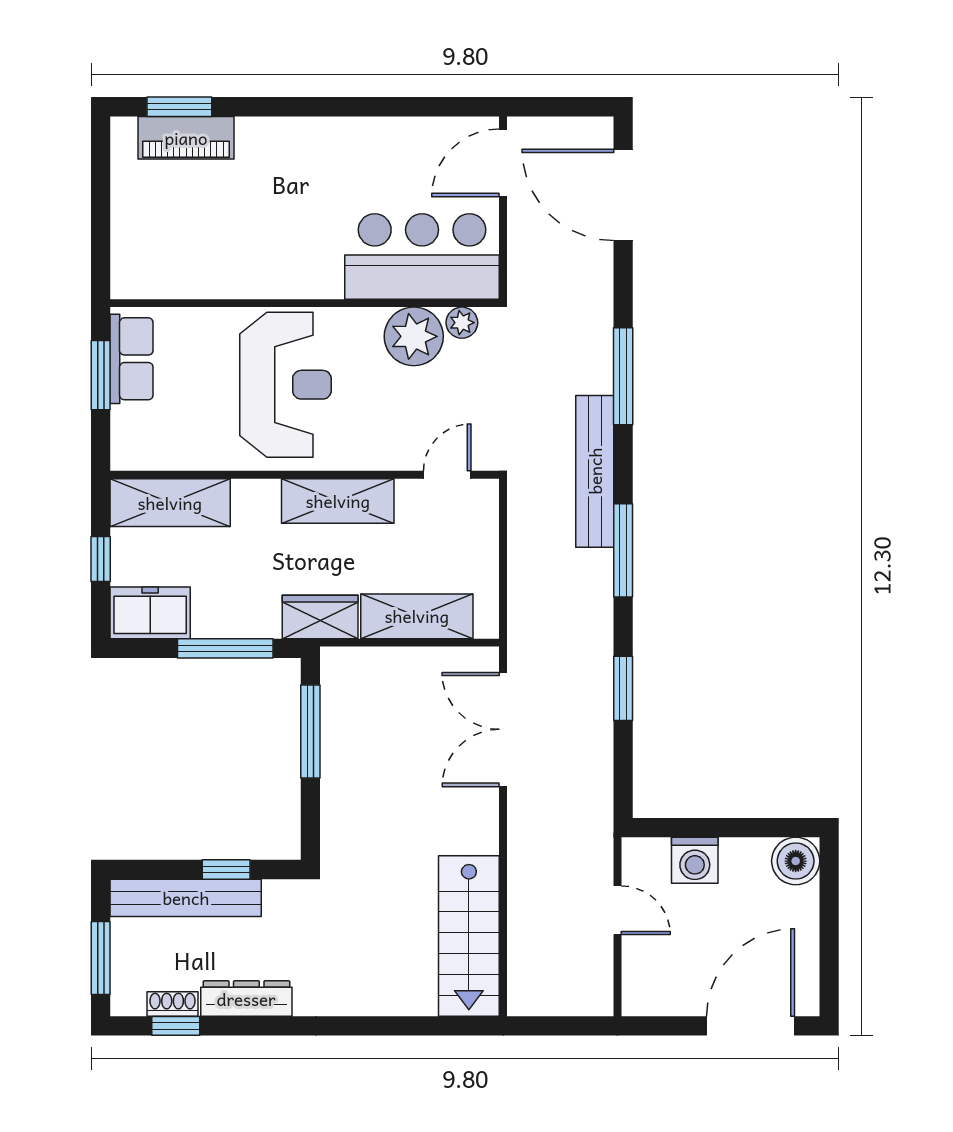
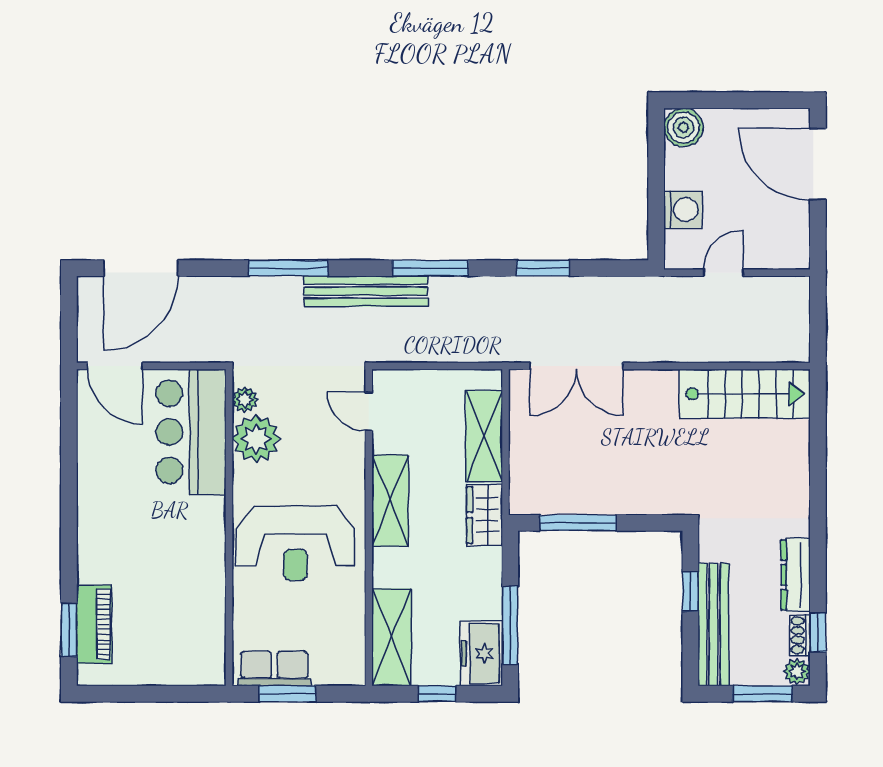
reception desk: (285, 385) -> (295, 543), turned 180
window: (225, 648) -> (510, 625), moved
plant: (128, 1000) -> (797, 672), added

